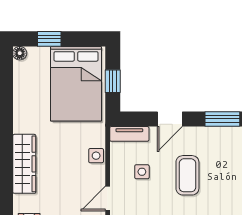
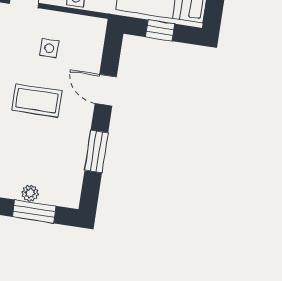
tv unit: (129, 134) -> (96, 40), removed

